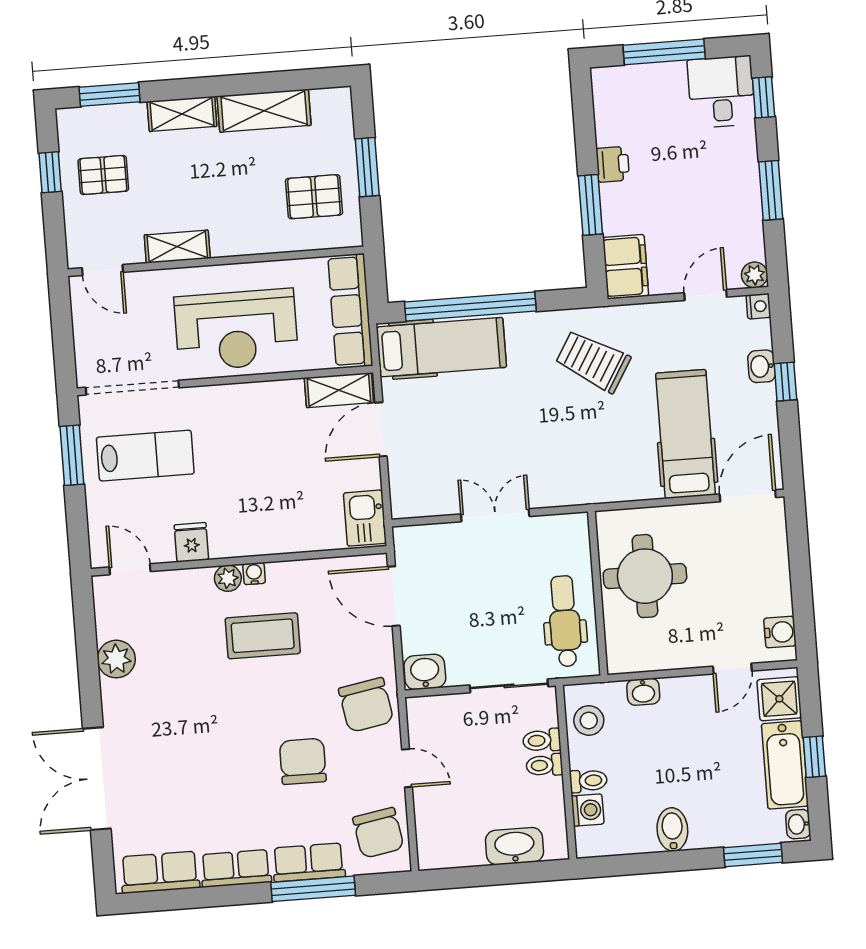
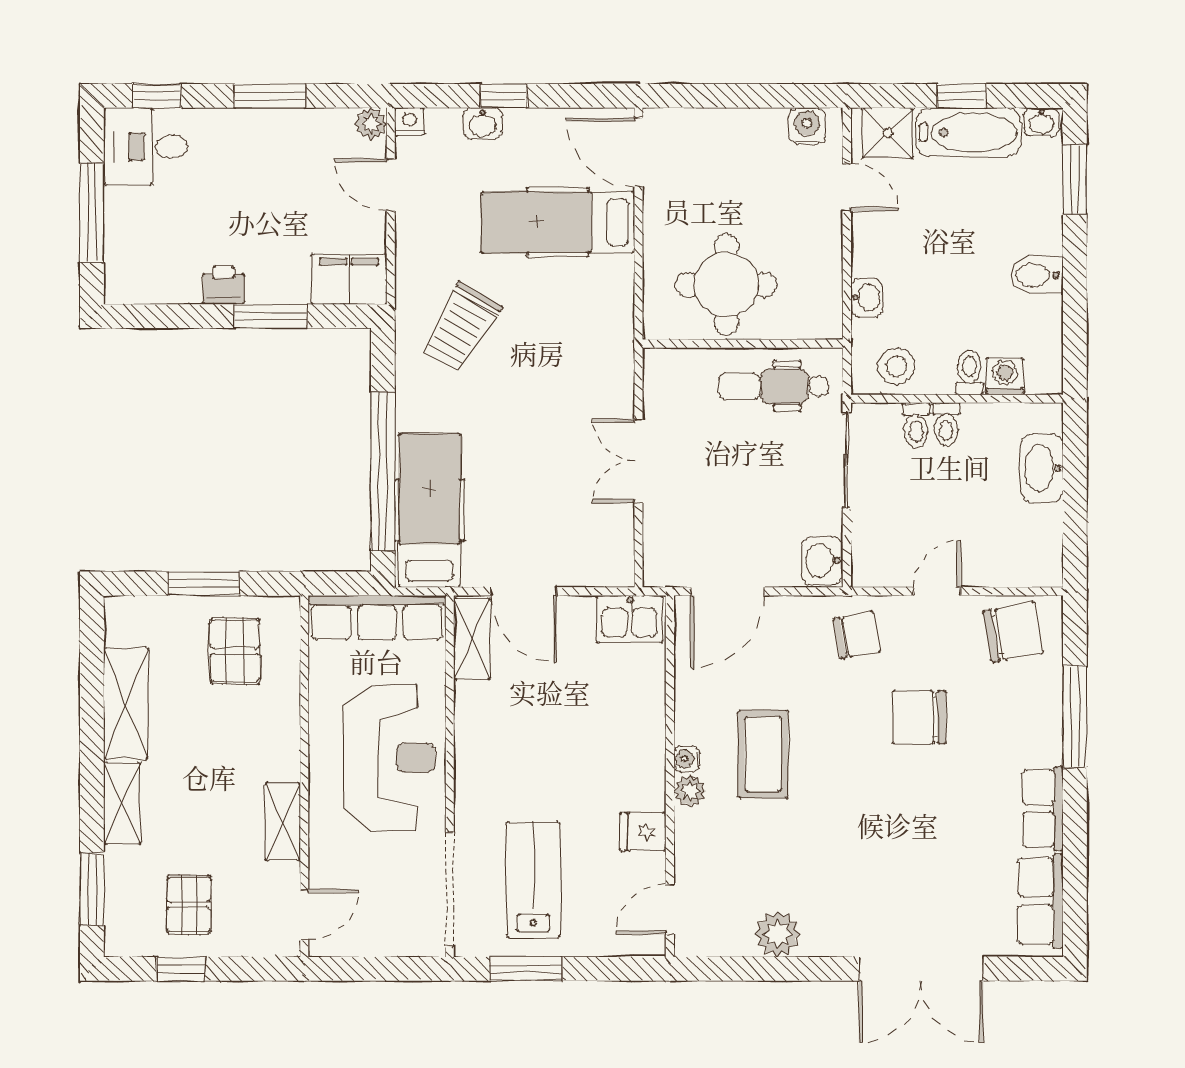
chair: (366, 705) -> (857, 635), width x0.73, depth x0.73
row of seats: (309, 862) -> (1042, 719), removed

